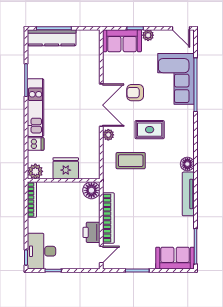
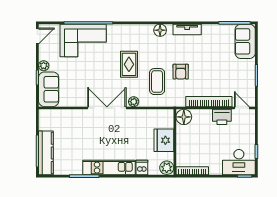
armchair: (135, 93) -> (181, 72), moved
tv unit: (188, 194) -> (187, 29), width x0.71

